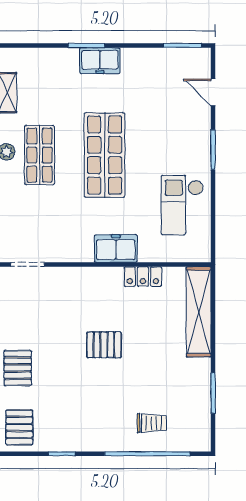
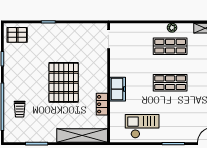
shop shelf: (105, 155) -> (170, 83), width x0.70, depth x0.74
pallet: (104, 345) -> (64, 82), width x2.05, depth x2.00
pallet: (18, 368) -> (51, 34), removed

